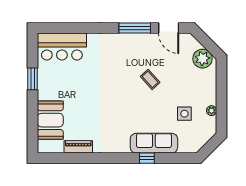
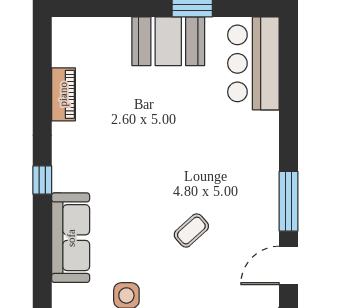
booth: (50, 120) -> (168, 41), moved
window: (147, 158) -> (42, 180), moved

